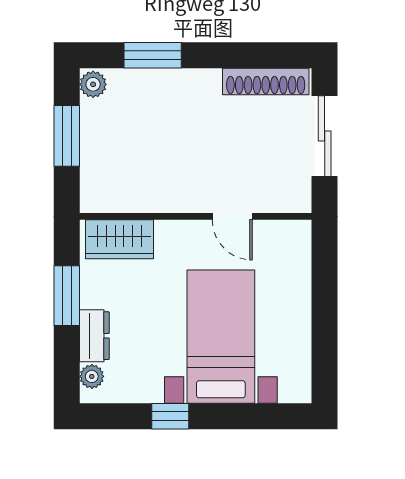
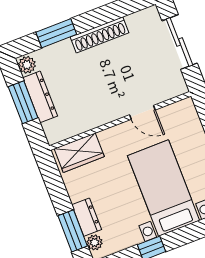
shoe rack: (266, 81) -> (99, 35), moved
dresser: (94, 138) -> (40, 97), added
window: (67, 296) -> (73, 231), moved

